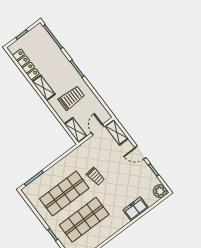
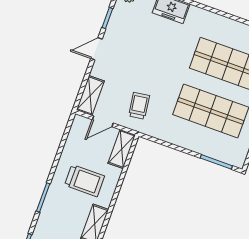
trolley: (71, 98) -> (85, 181), turned 180
door: (140, 153) -> (96, 49), swing flipped
trolley: (95, 176) -> (139, 106), moved

